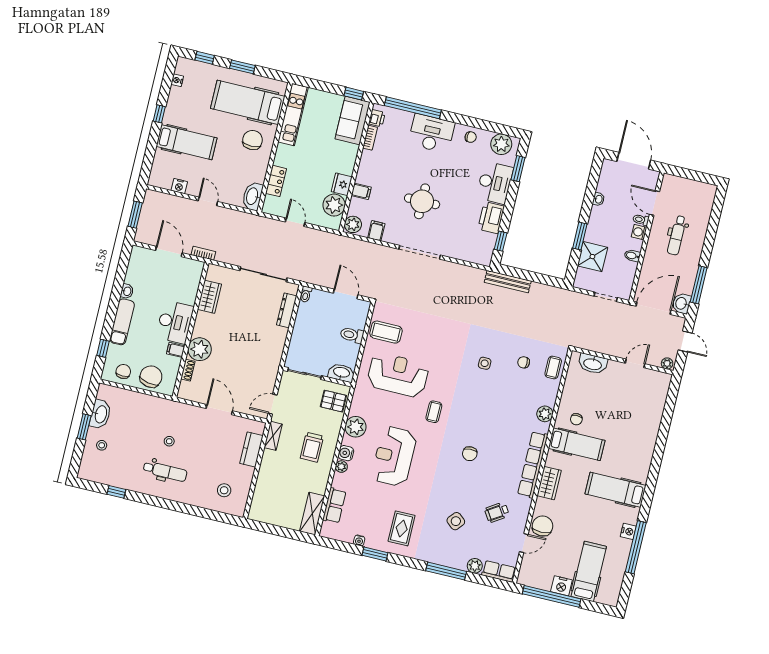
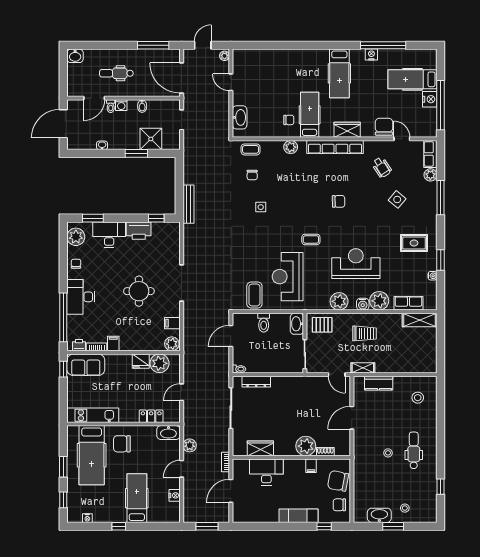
filing cabinet: (361, 191) -> (113, 343), moved
plant: (232, 217) -> (190, 445), added
dental chair: (677, 235) -> (116, 73), turned 180
washbasin: (127, 291) -> (272, 518), removed
washbasin: (681, 303) -> (75, 56), moved
desk: (175, 322) -> (266, 472), moved
pallet: (333, 401) -> (322, 325), turned 90
reception desk: (394, 456) -> (356, 264), turned 180
plant: (341, 467) -> (379, 301), width x1.87, depth x1.87
chair: (543, 526) -> (384, 127), turned 90

